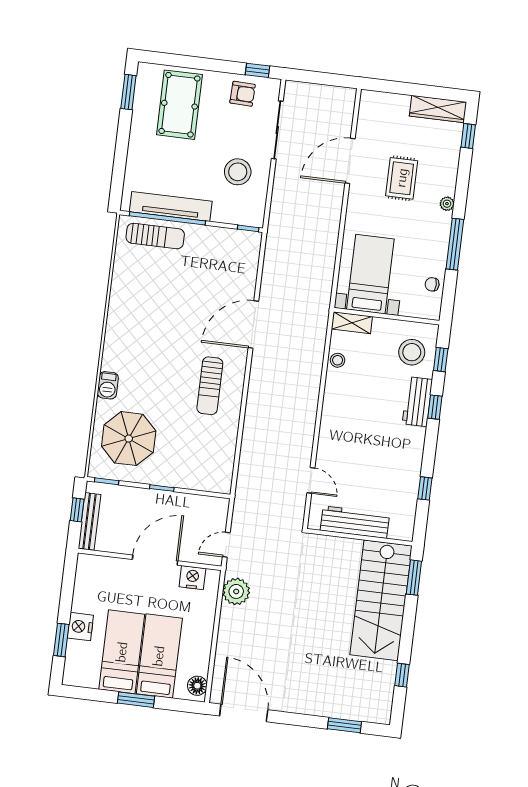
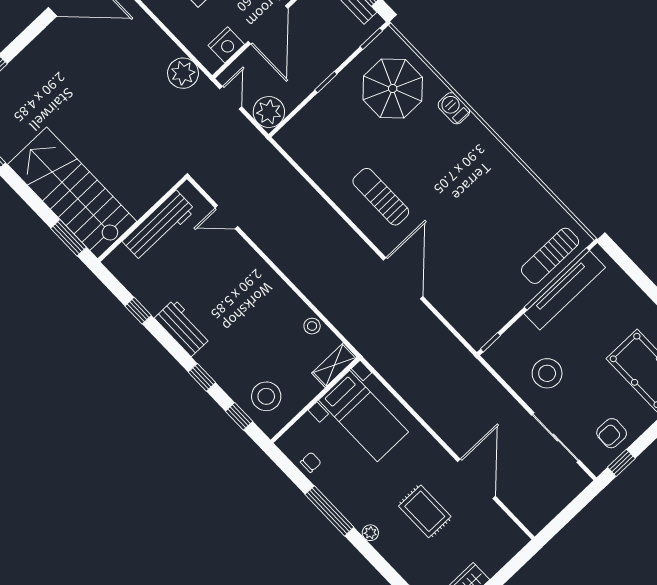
workbench: (417, 402) -> (183, 328), moved
plant: (215, 510) -> (269, 112), added

